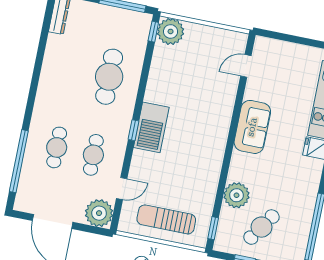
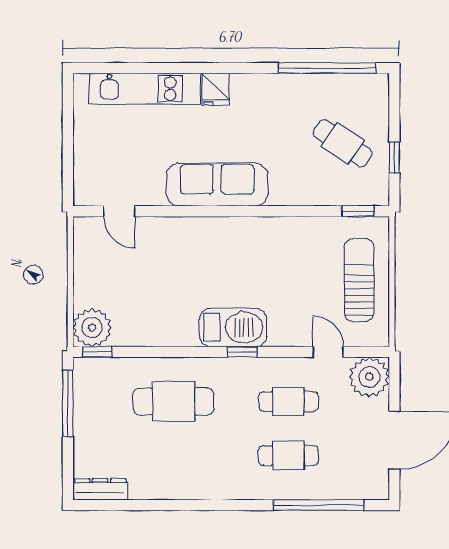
sofa: (252, 127) -> (217, 185), width x1.36
plant: (237, 195) -> (305, 188), removed
sun lounger: (166, 219) -> (359, 280), turned 180

